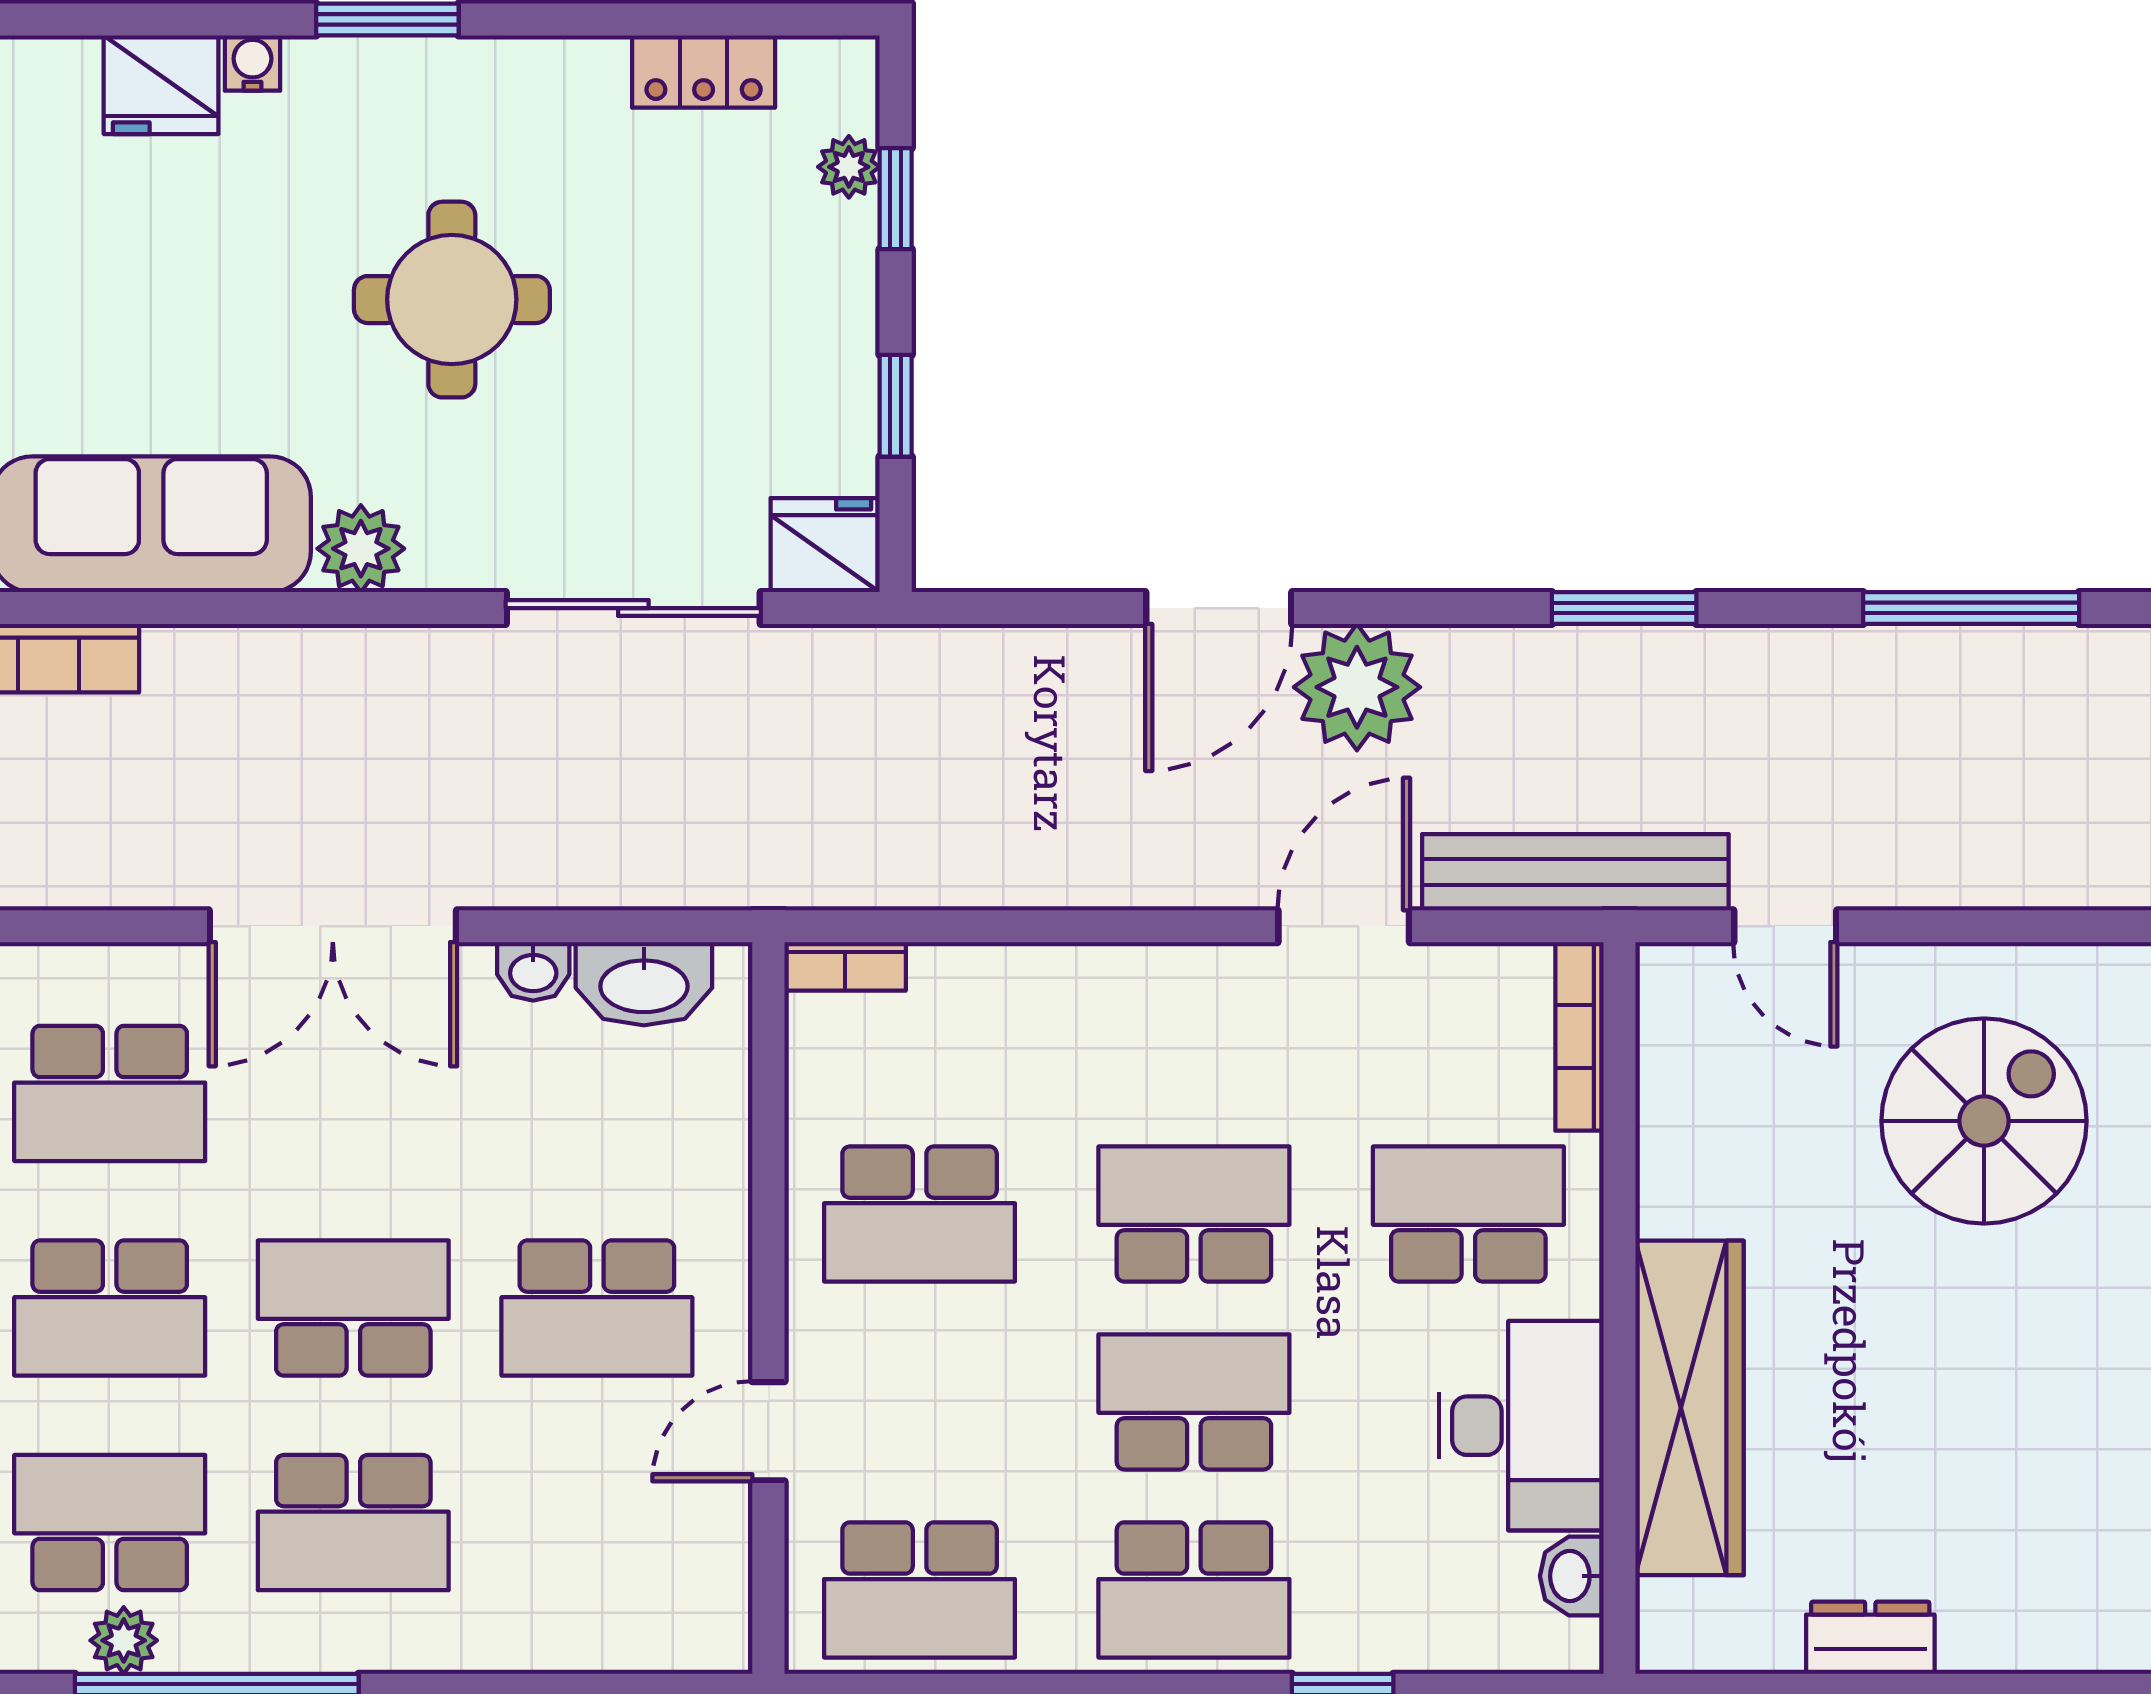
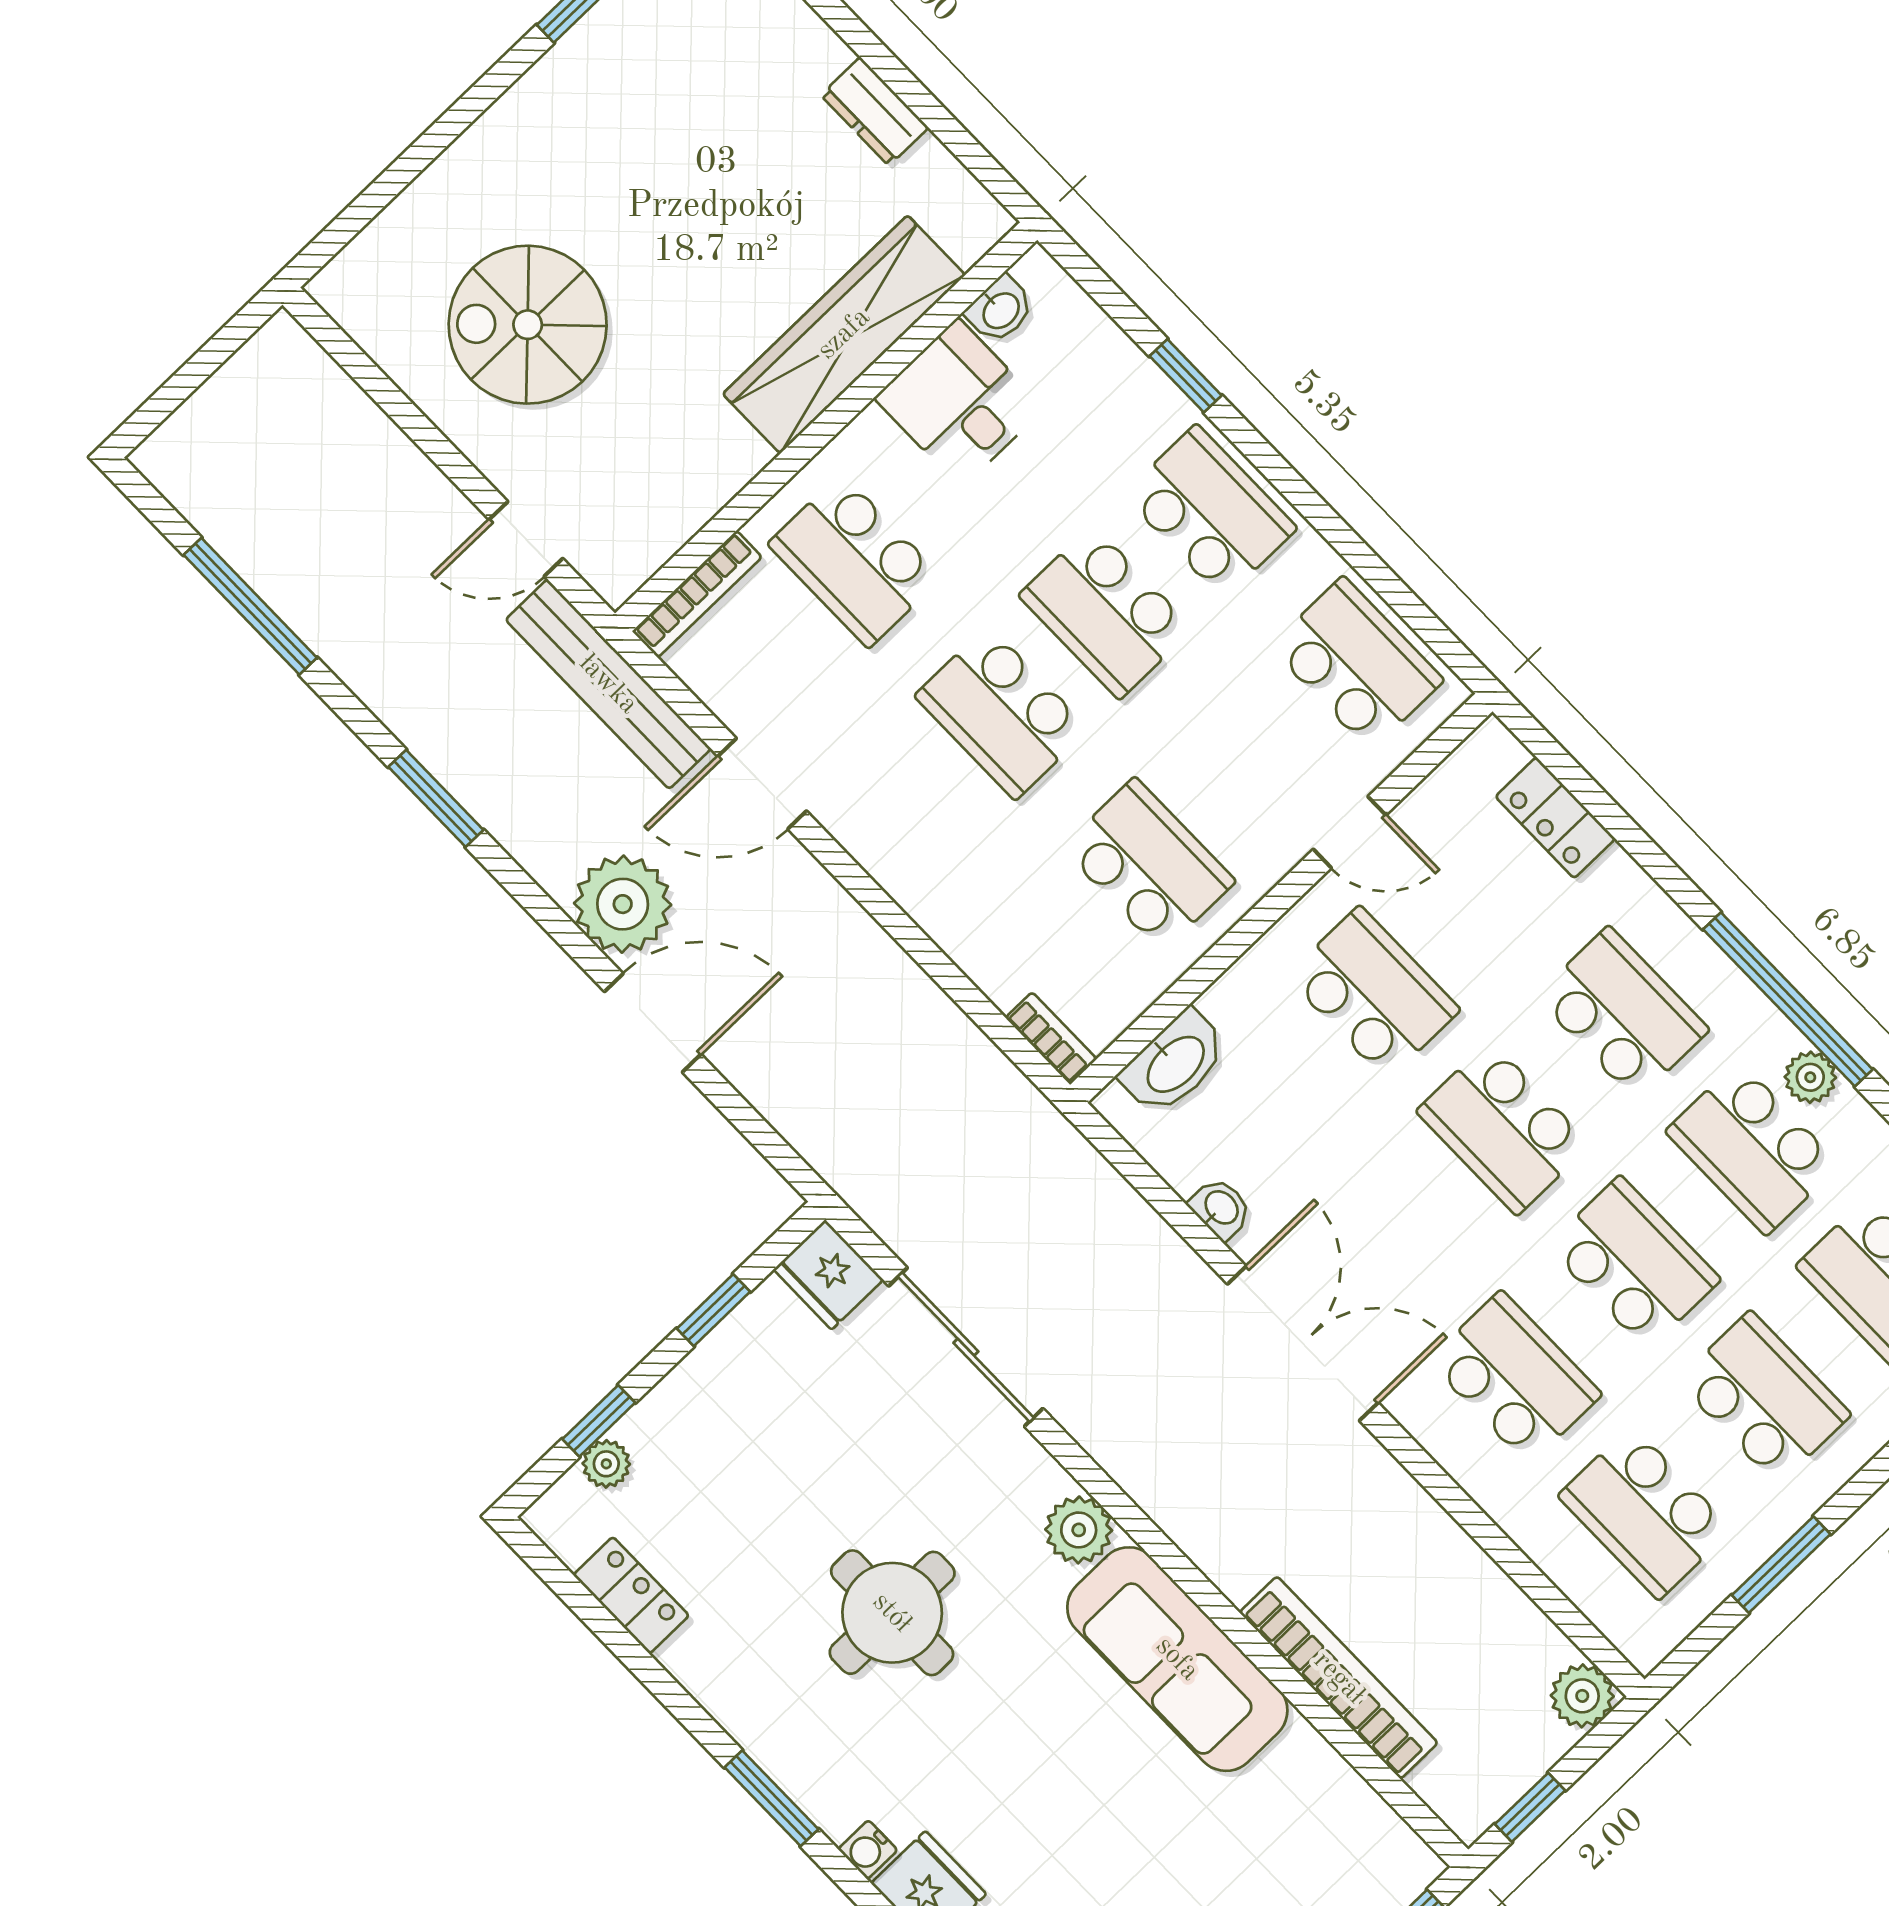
door: (1785, 926) -> (526, 539), swing flipped
washbasin: (644, 984) -> (1174, 1063), moved, turned 90
desk: (1521, 1426) -> (960, 403), width x0.73
locker: (596, 1636) -> (1555, 818), added

